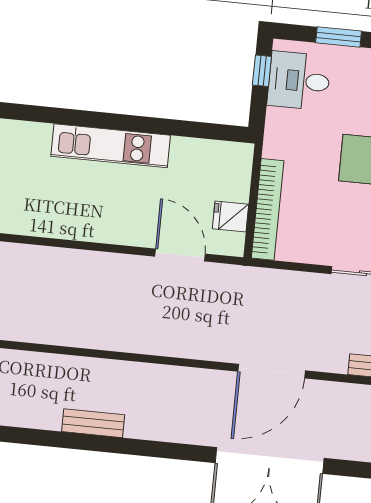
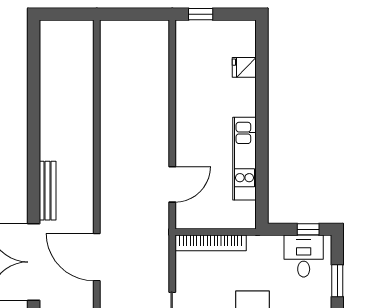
kitchen unit: (111, 146) -> (245, 159), moved
fridge: (231, 217) -> (244, 67), moved, turned -90
bench: (93, 423) -> (48, 191), moved, width x1.36

